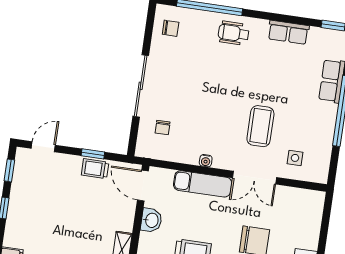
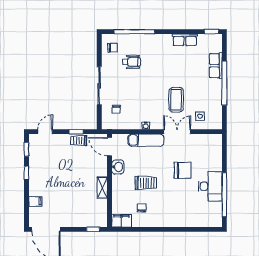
wheelchair: (234, 33) -> (131, 62), moved, turned 180
double door: (255, 178) -> (177, 132), swing flipped

